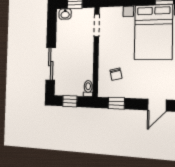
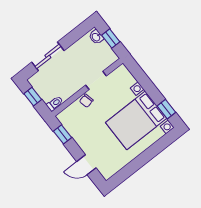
doorway: (97, 26) -> (96, 80), moved
chair: (116, 74) -> (86, 101), moved

